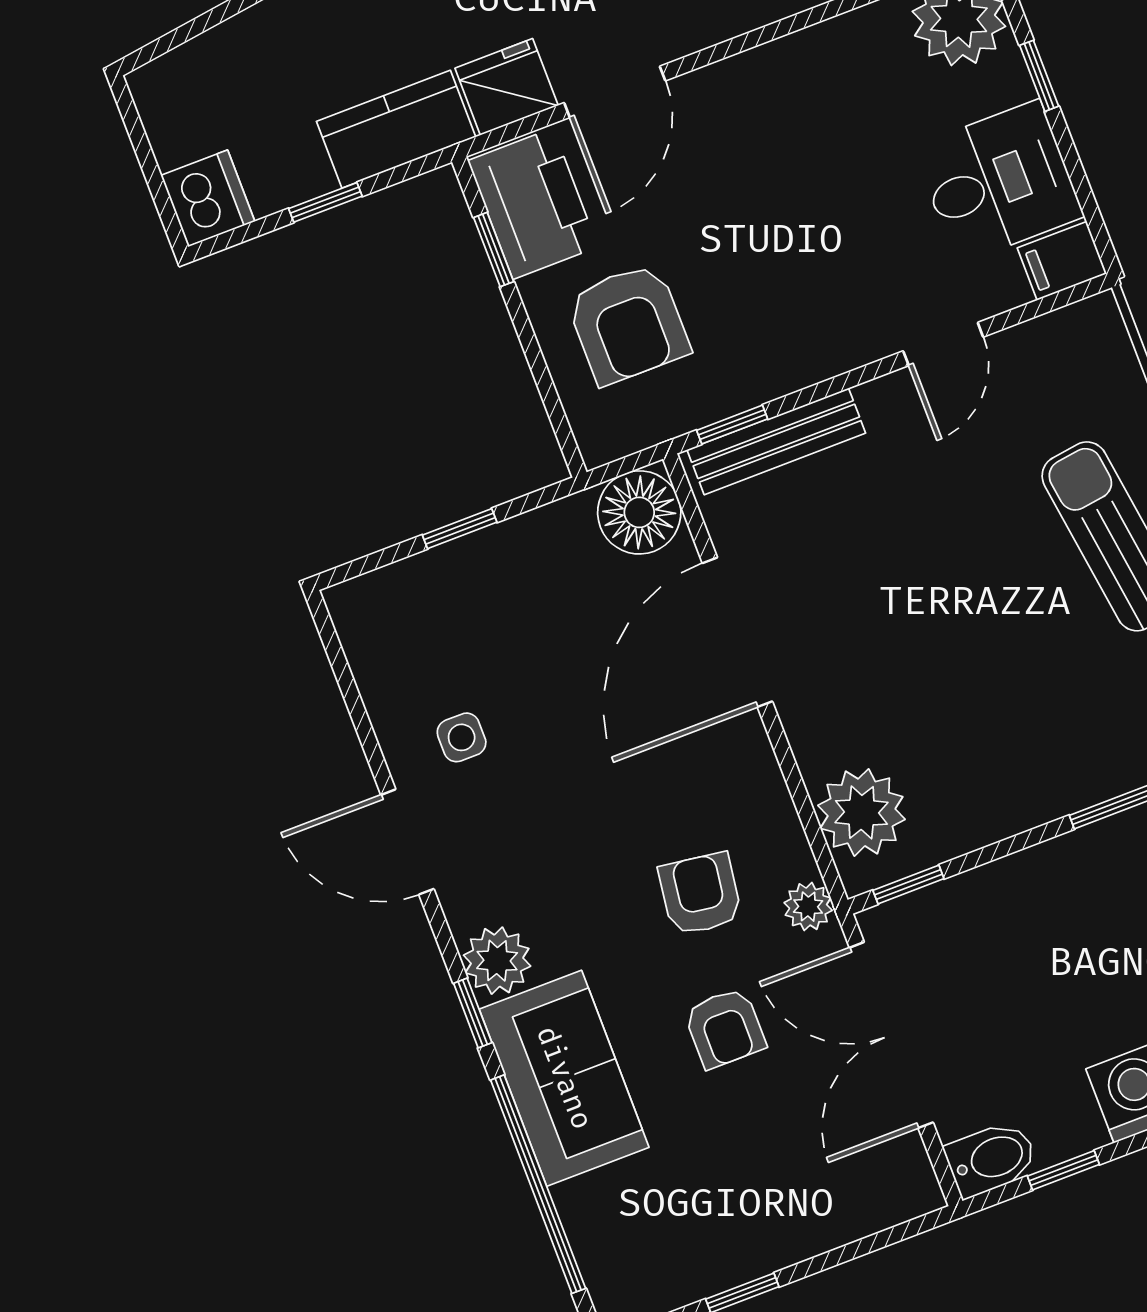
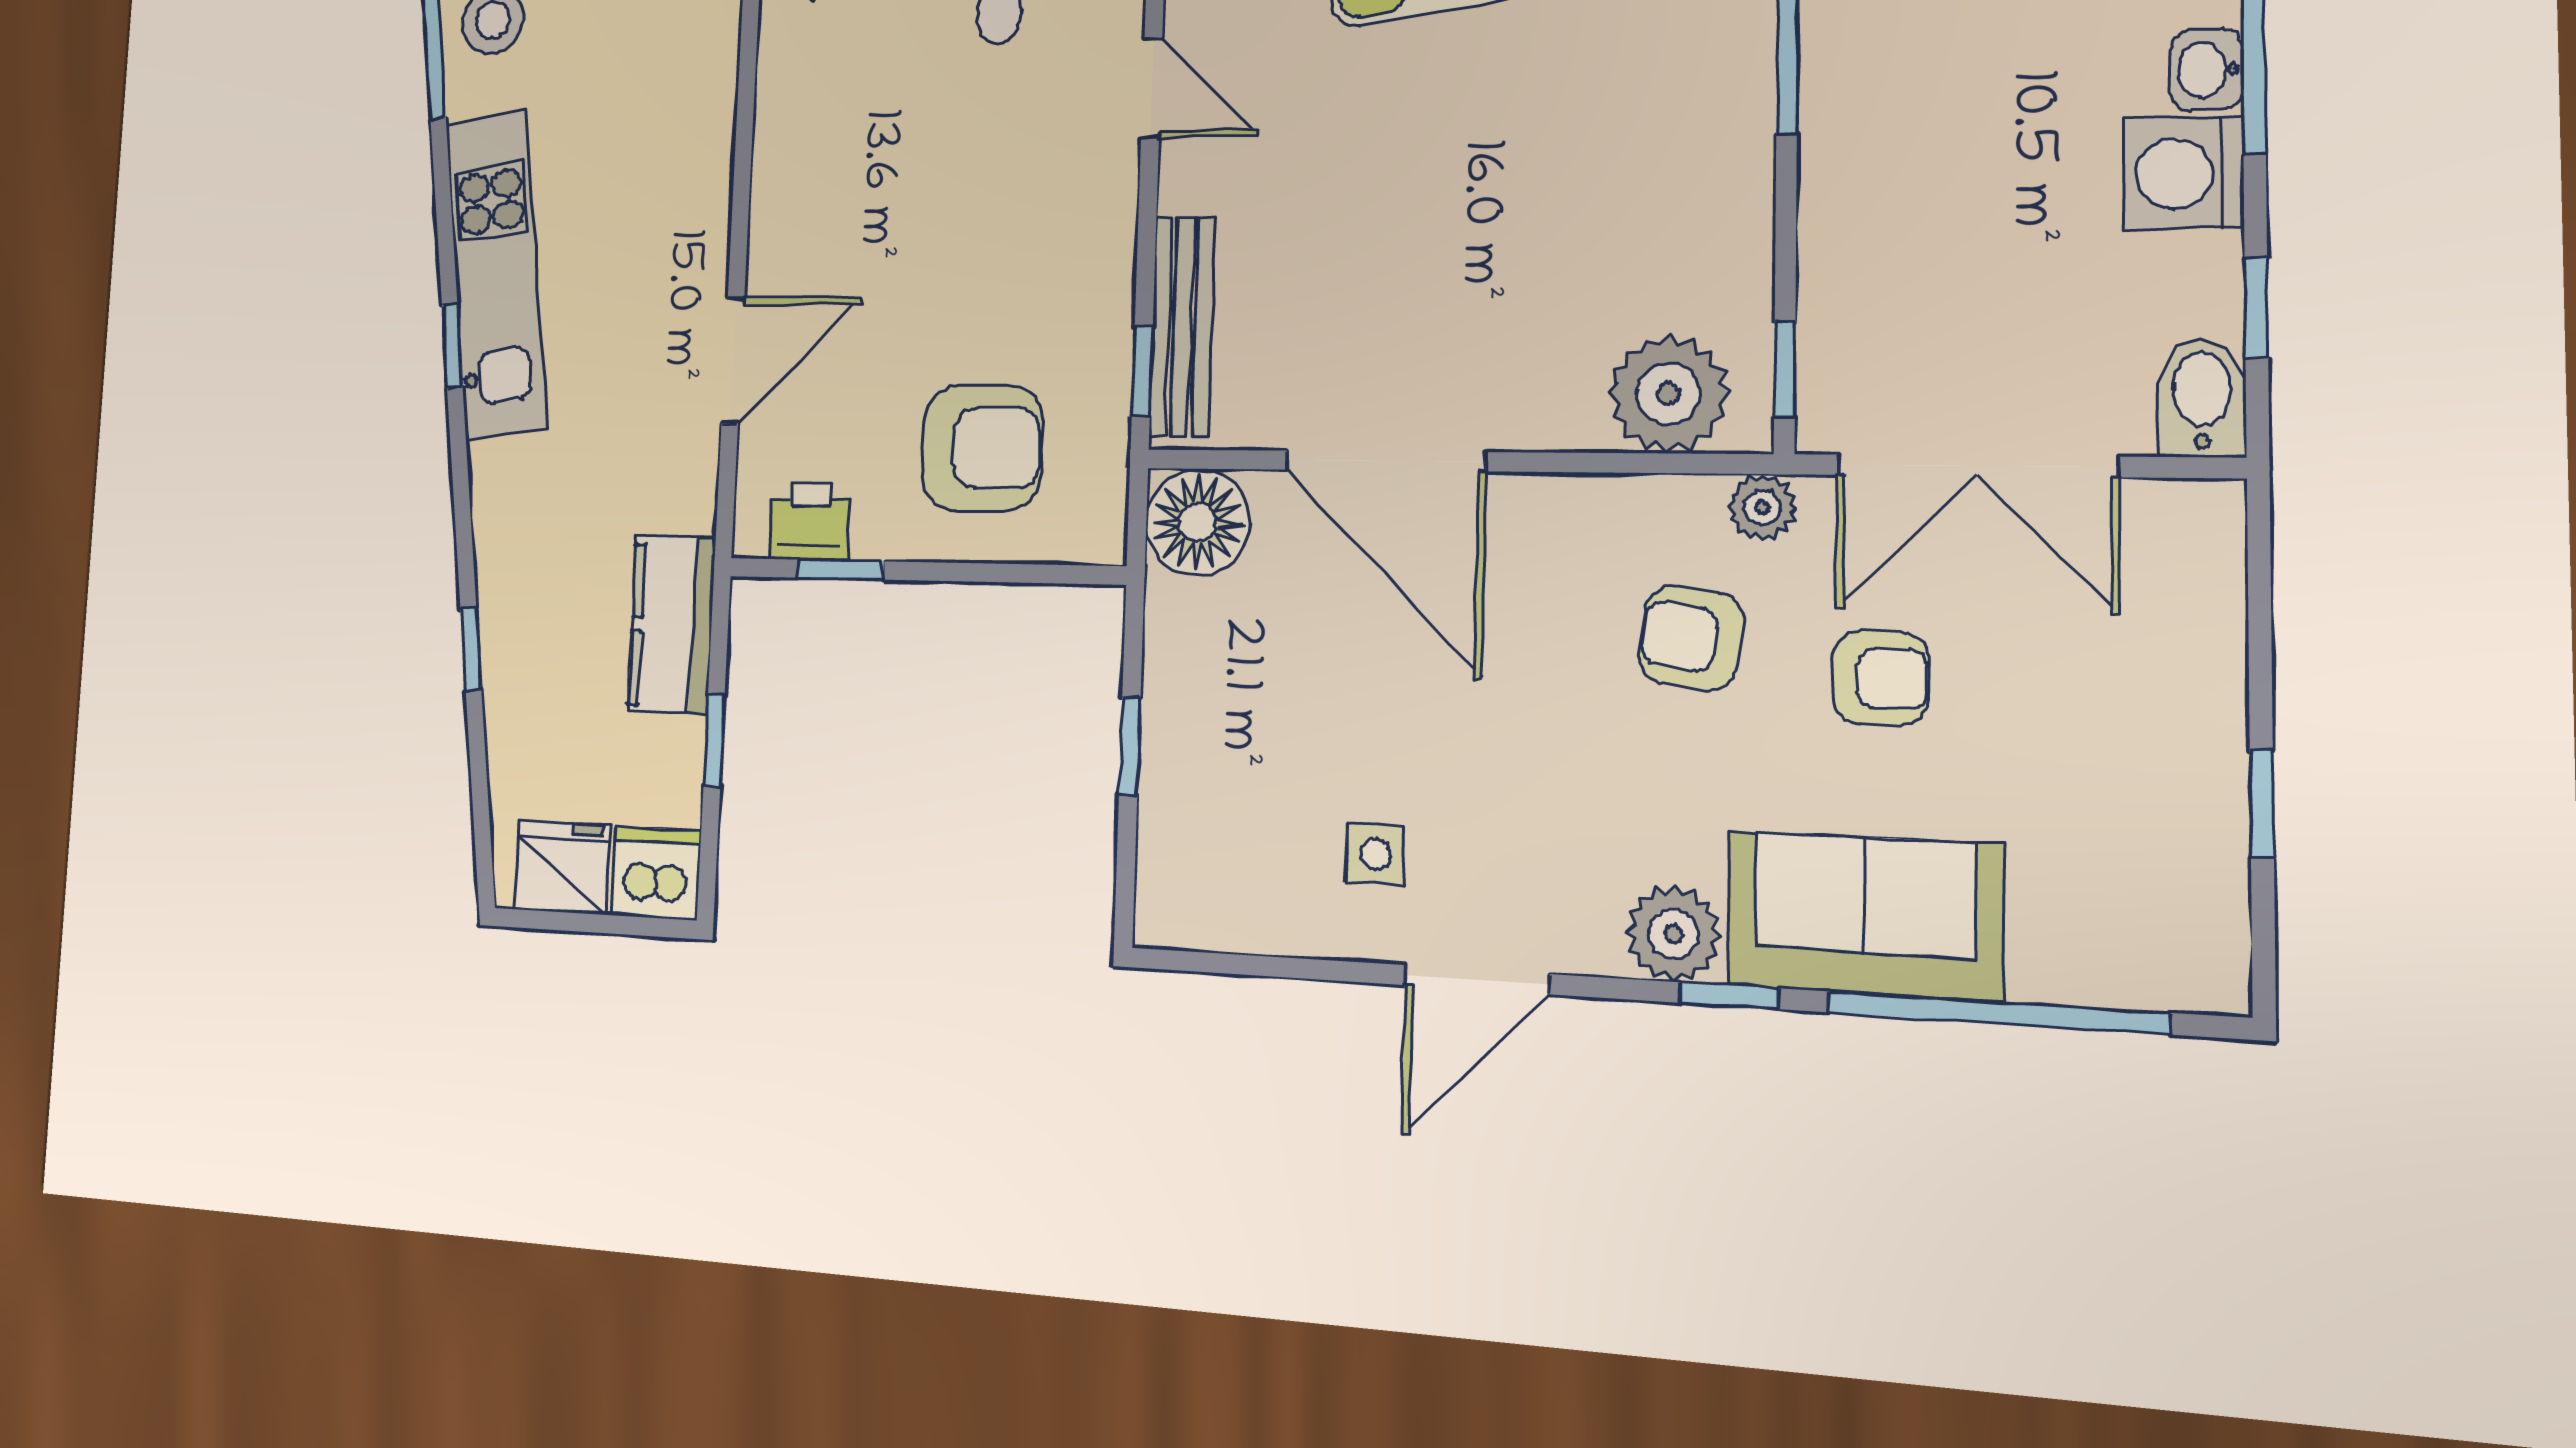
fridge: (507, 87) -> (563, 868), moved, turned 90
door: (615, 92) -> (733, 361), hinge flipped
printer: (533, 204) -> (810, 522), width x0.53, depth x0.68

